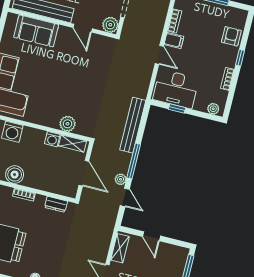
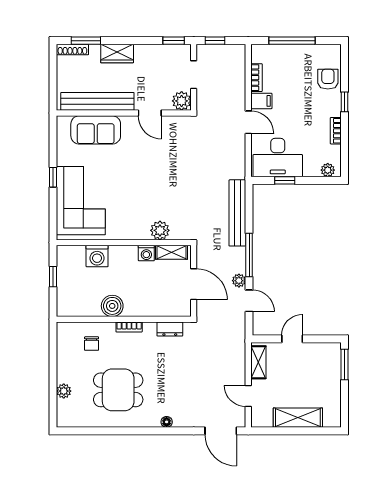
door: (152, 236) -> (292, 339), swing flipped

